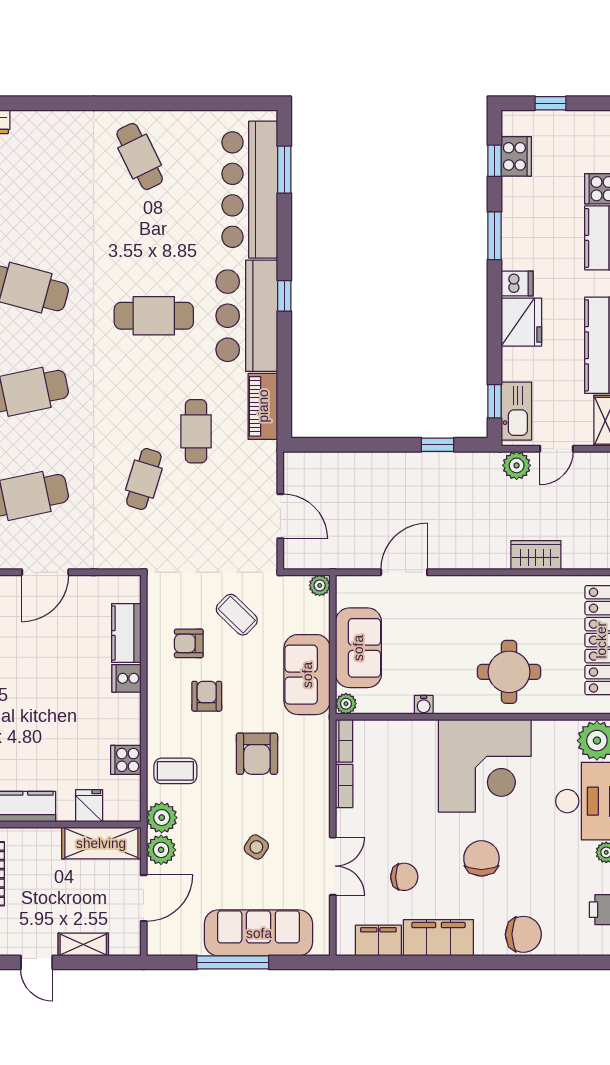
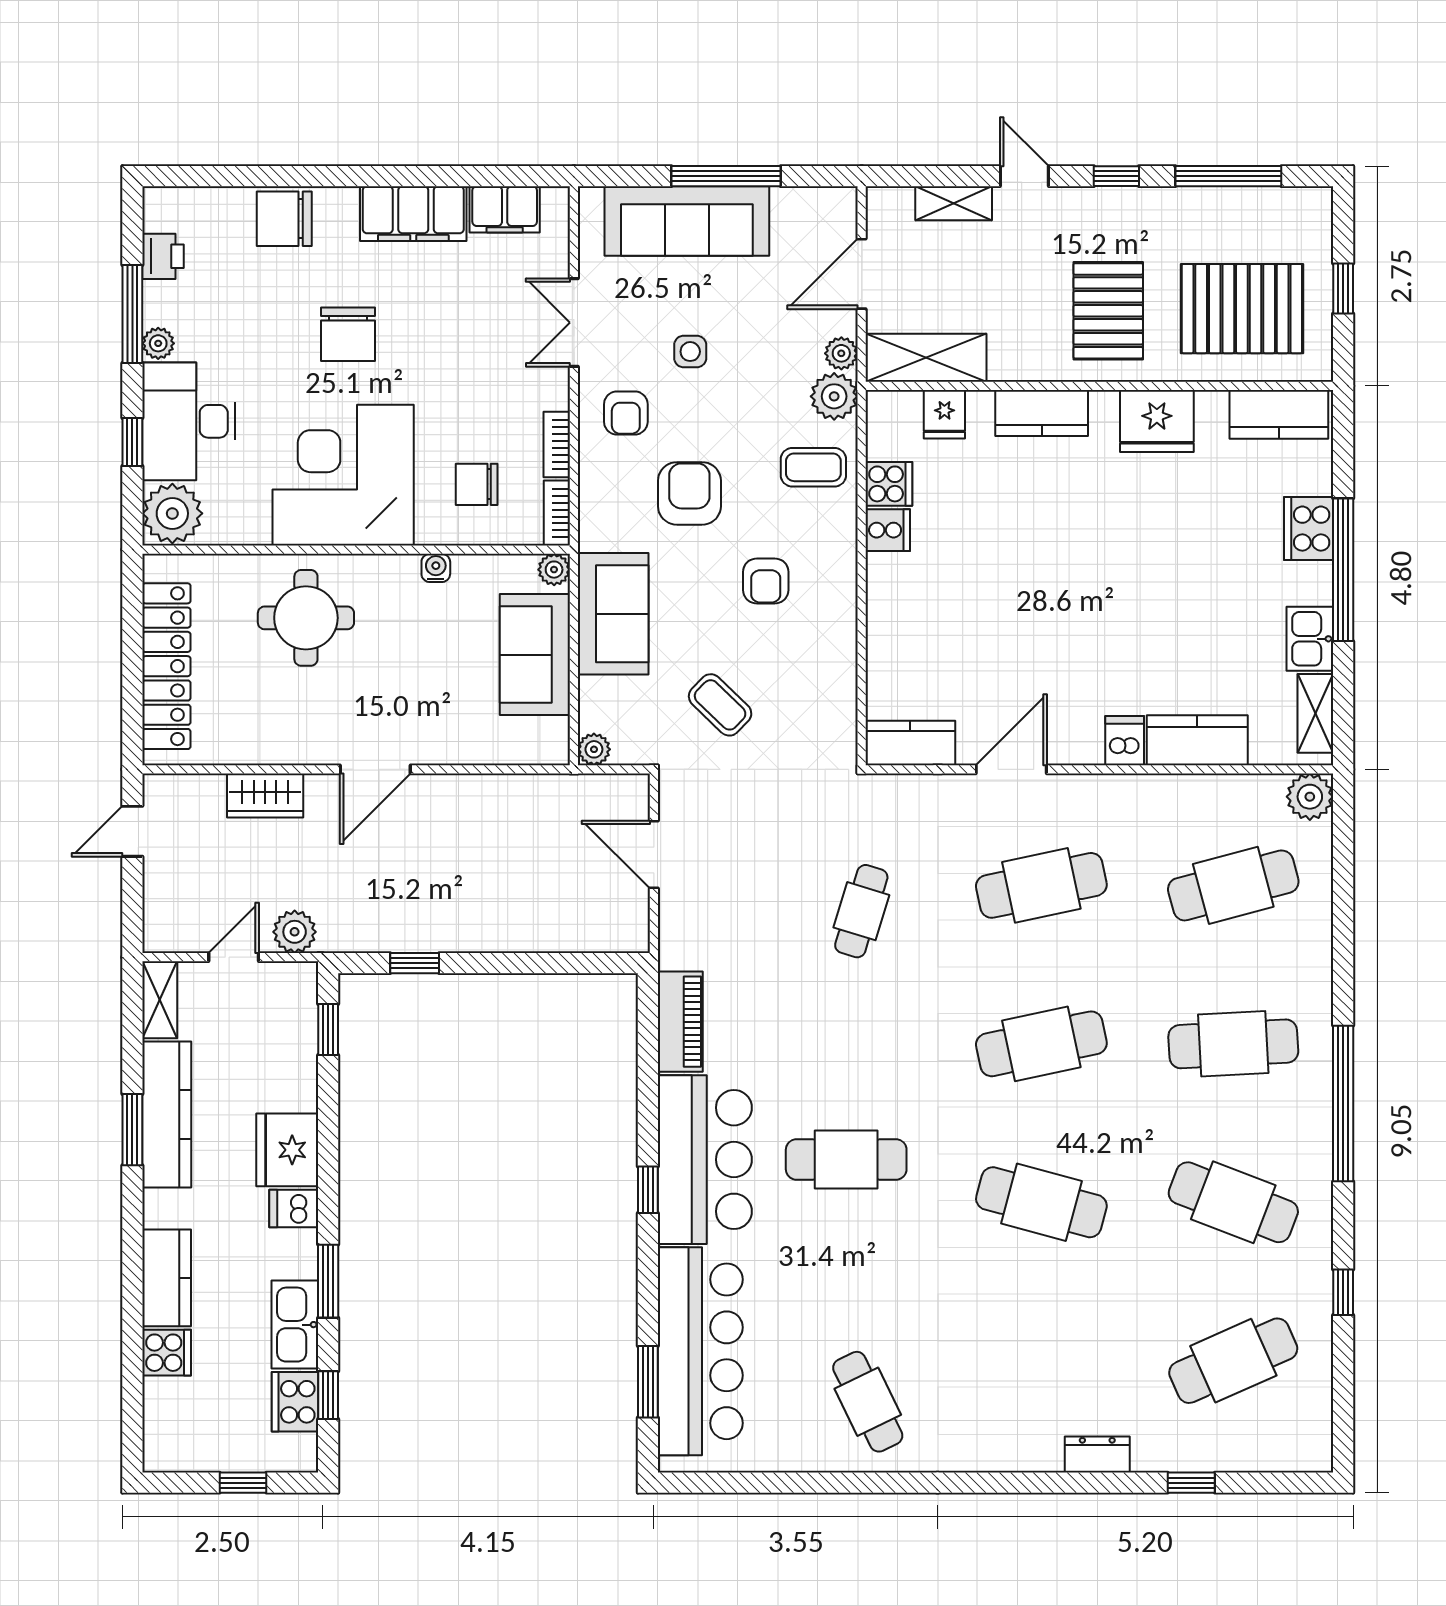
kitchen sink: (516, 411) -> (295, 1325), moved
cafe table: (196, 431) -> (782, 984), removed
door: (404, 572) -> (375, 769), moved
kitchen counter: (126, 633) -> (910, 743), moved, turned -90
armchair: (189, 643) -> (626, 413), moved, turned 90
cooker: (127, 678) -> (888, 530), moved
side table: (256, 847) -> (690, 352), turned -34
plant: (161, 850) -> (841, 353), width x0.73, depth x0.73
chair: (404, 877) -> (477, 484), moved

